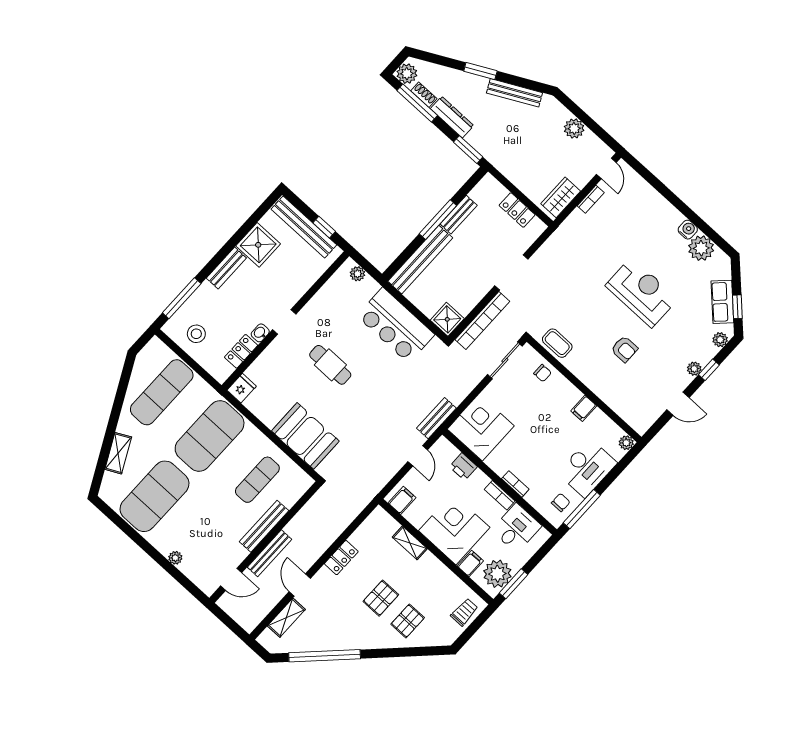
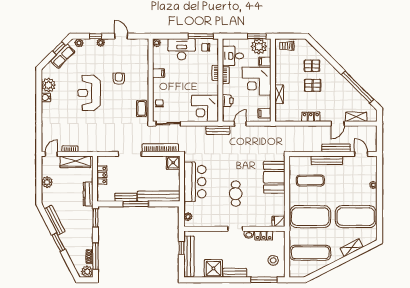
dresser: (452, 117) -> (88, 194), moved
wardrobe: (561, 197) -> (75, 162), width x1.50

